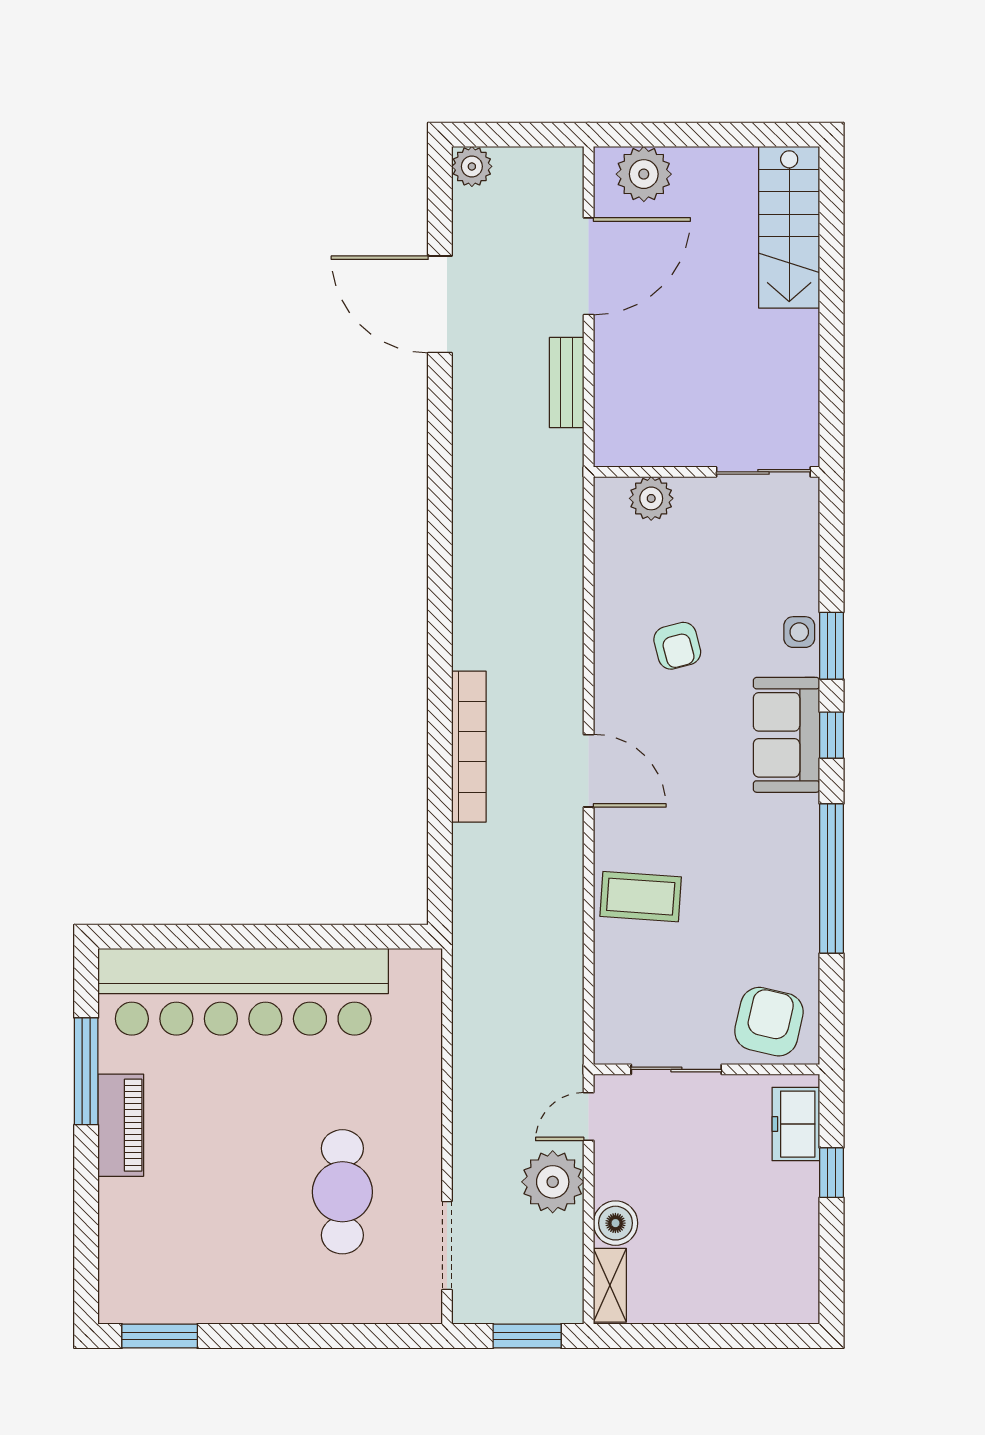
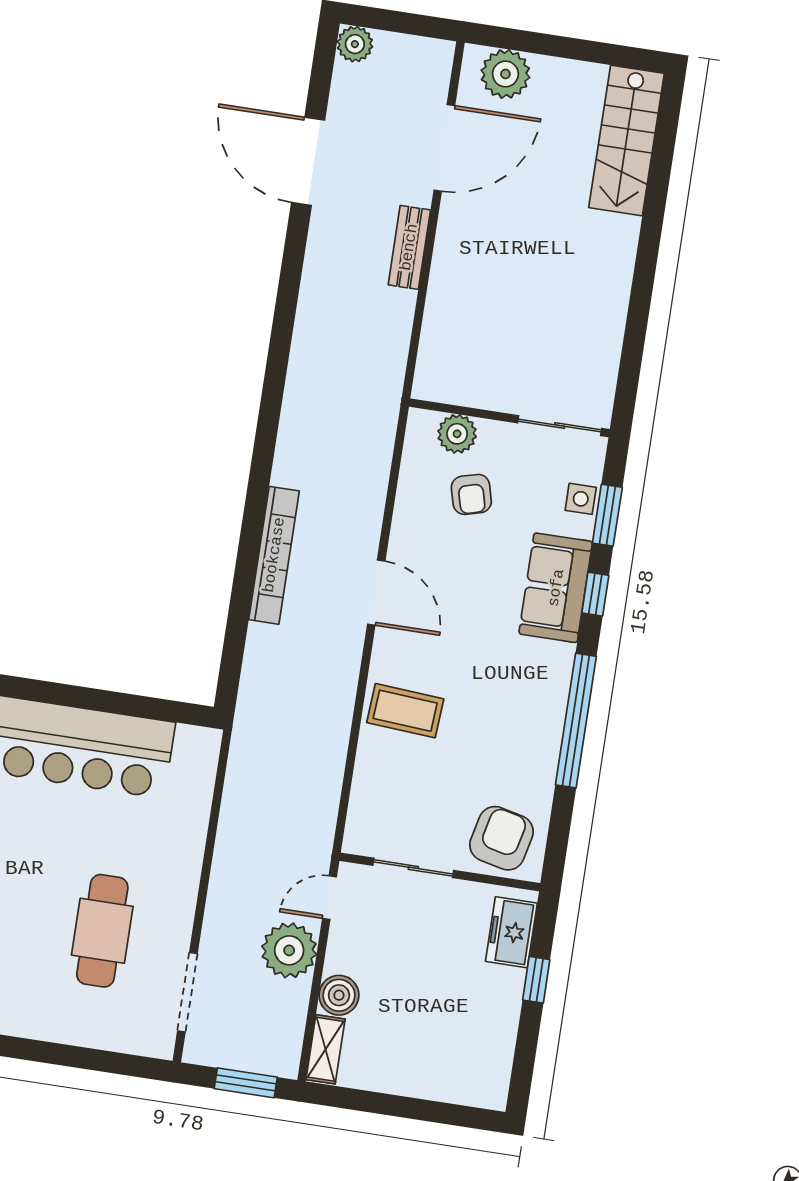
wall: (706, 472) -> (509, 418), moved
sliding door: (763, 472) -> (560, 426), moved
plant: (651, 498) -> (457, 434), moved

